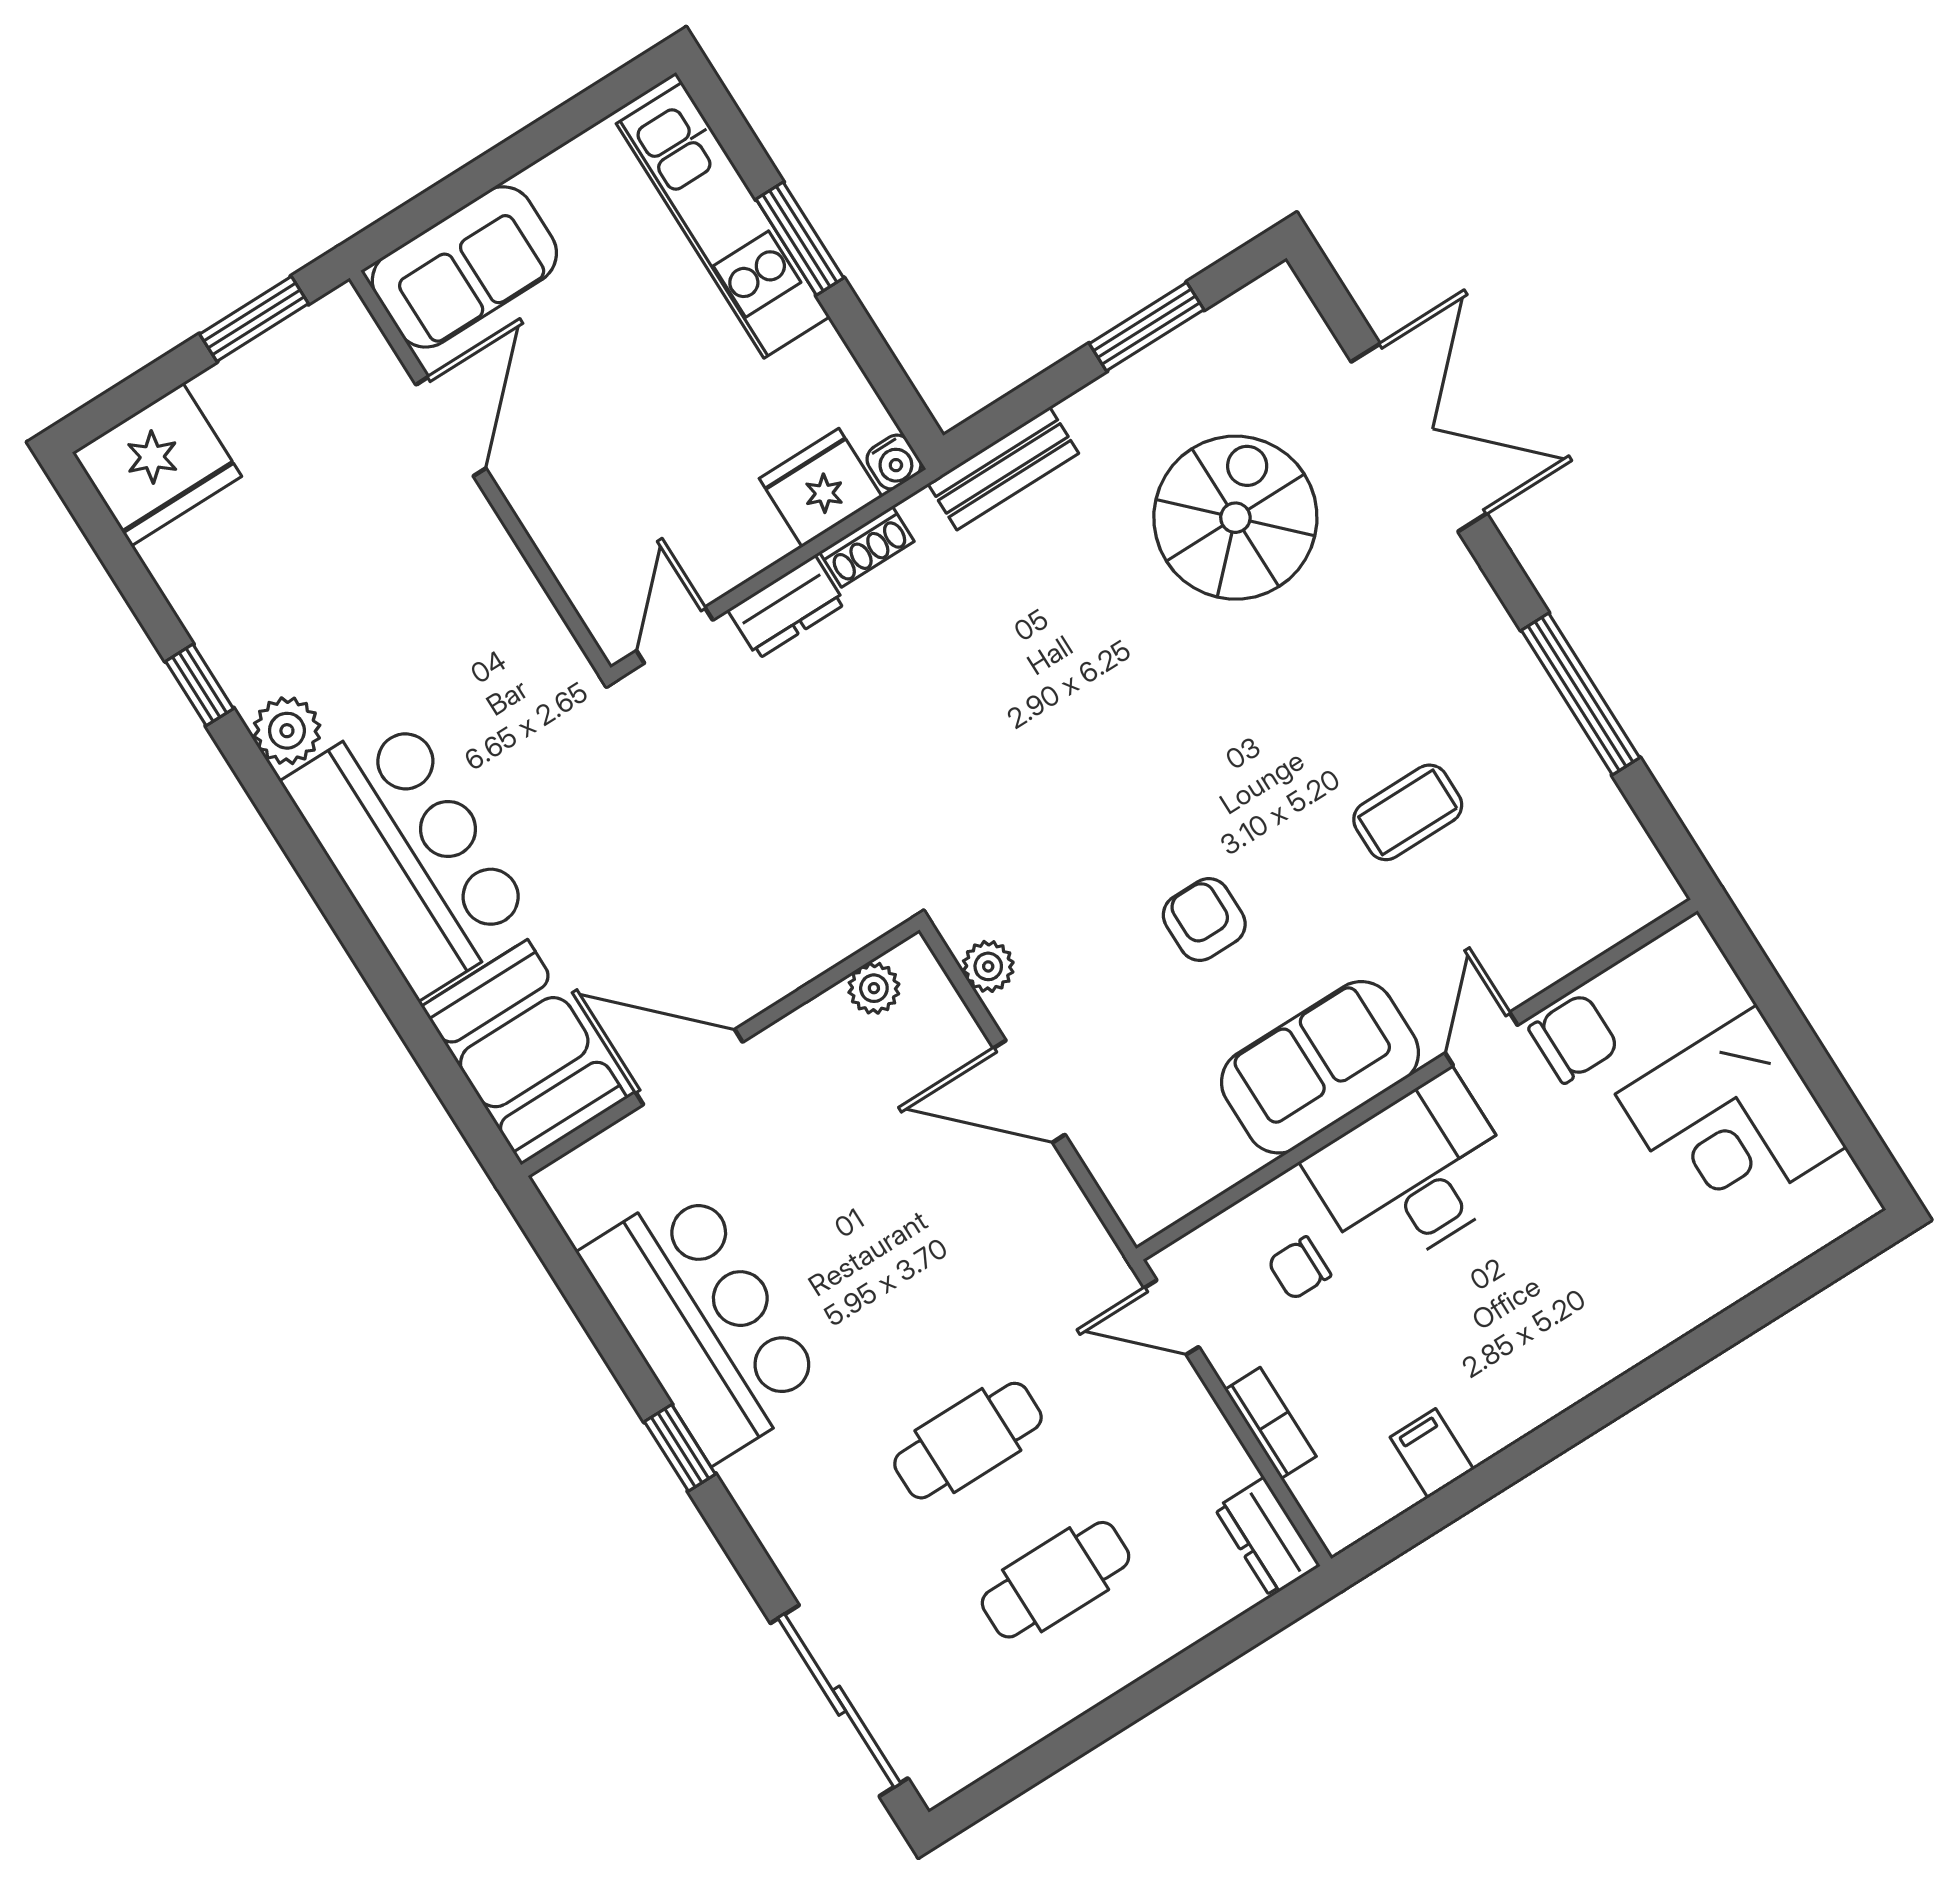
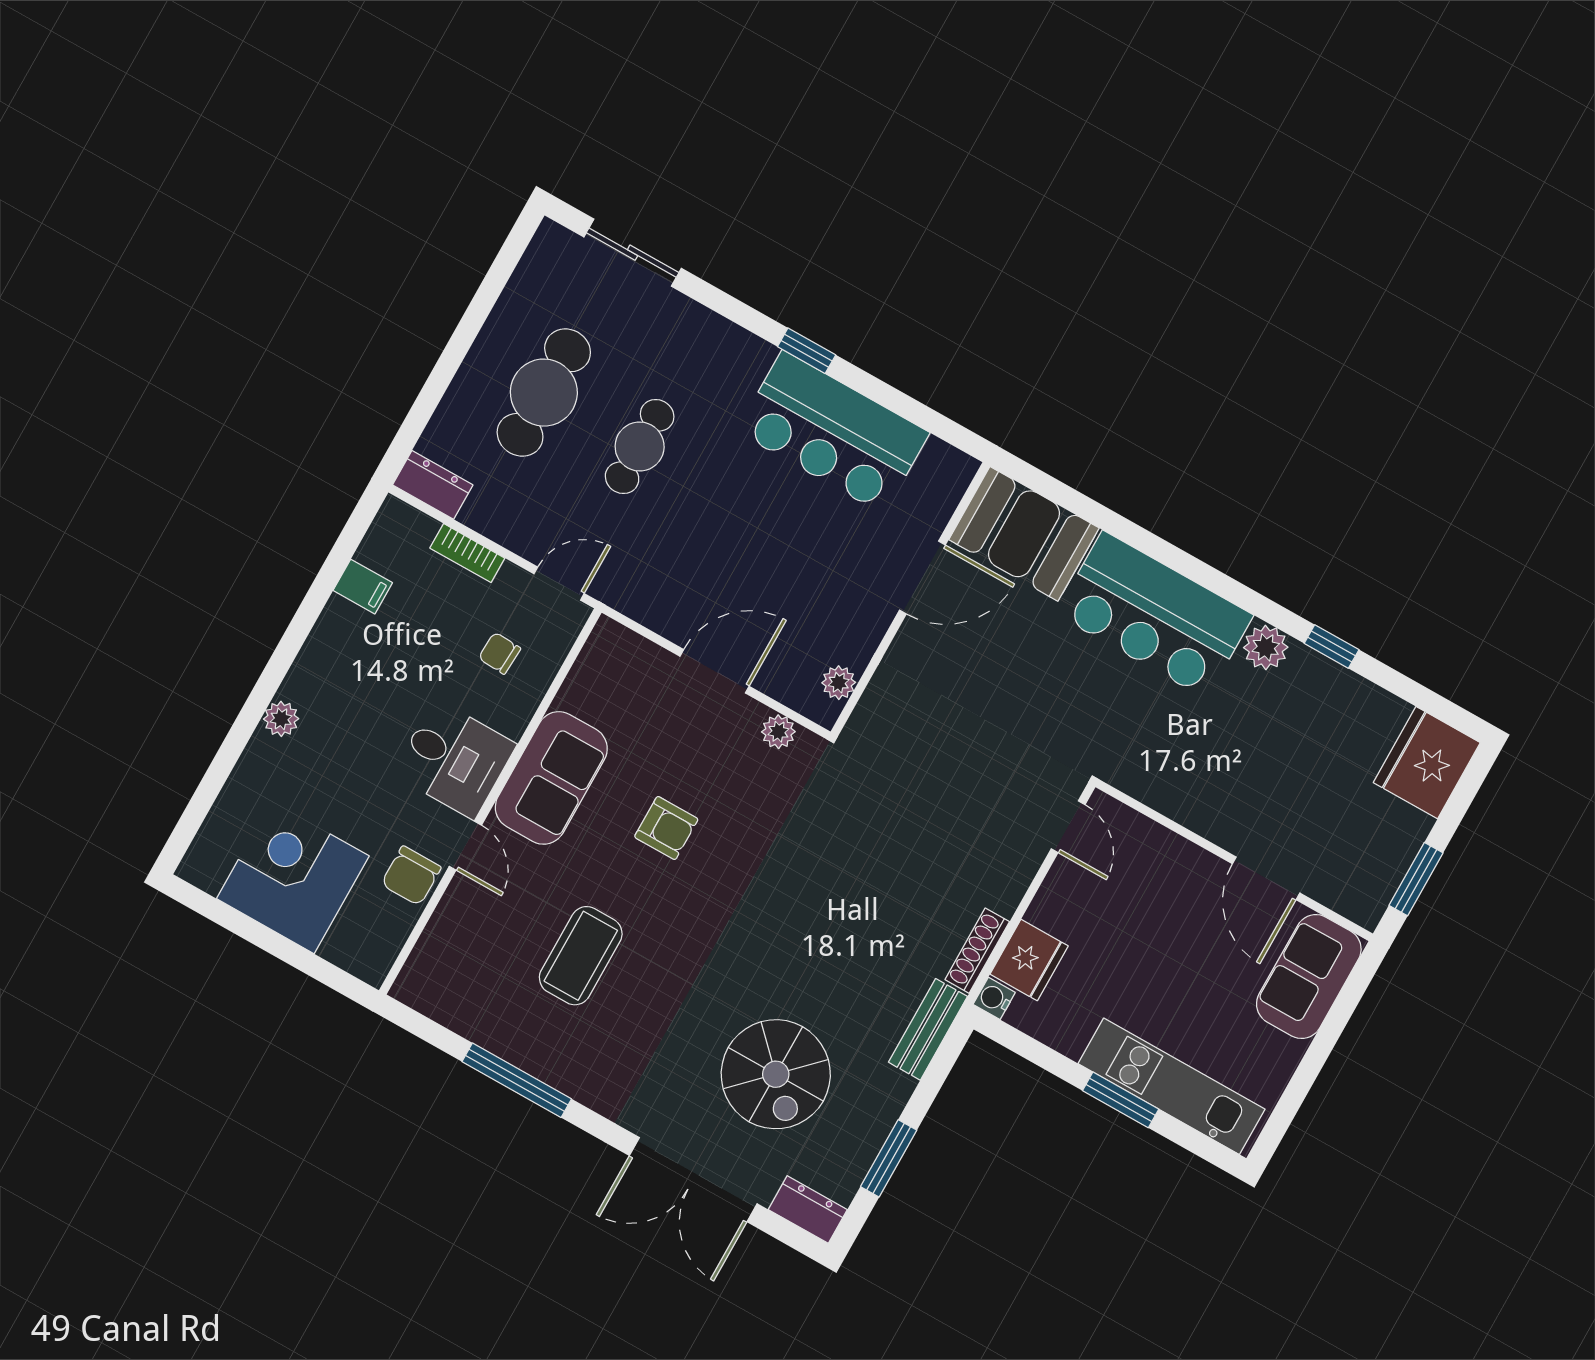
shoe rack: (867, 547) -> (977, 951), width x1.43
dresser: (786, 607) -> (808, 1210), moved, turned 90
coffee table: (1408, 812) -> (581, 956), width x1.36, depth x1.30
desk: (1413, 1174) -> (454, 759), width x0.73
chair: (1299, 1268) -> (500, 653), turned -87
plant: (1633, 1337) -> (281, 719), added
cafe table: (1056, 1580) -> (544, 393), width x1.37, depth x1.35
sliding door: (839, 1701) -> (633, 253), width x0.73

